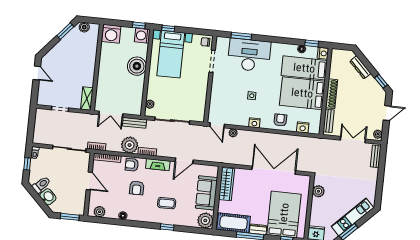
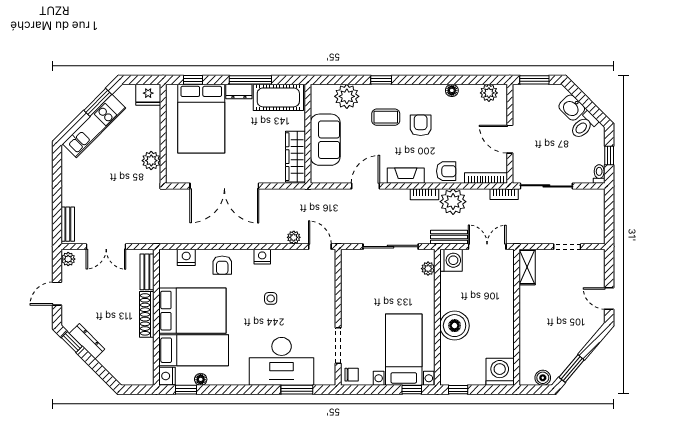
washing machine: (142, 36) -> (451, 260), moved
dresser: (360, 67) -> (87, 341), moved
armchair: (137, 188) -> (421, 125), moved
plant: (205, 221) -> (347, 96), moved

